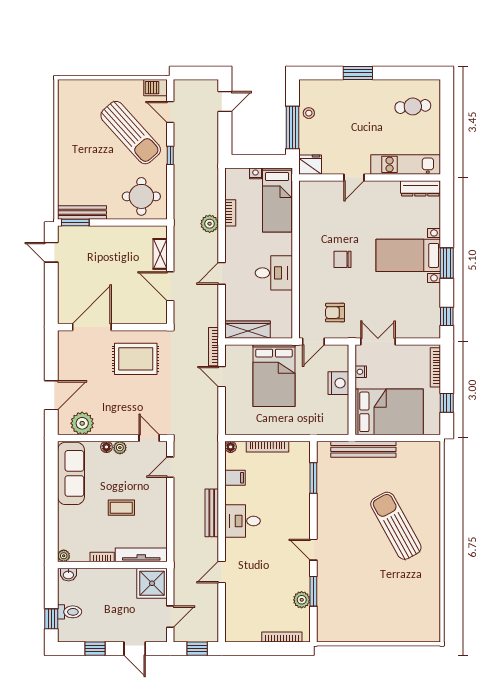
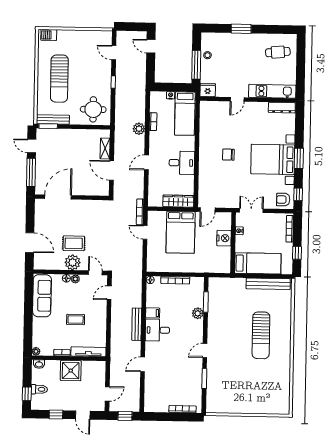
barbecue: (155, 88) -> (49, 35), moved
door: (225, 101) -> (151, 46), swing flipped
sun lounger: (131, 133) -> (59, 79), moved, turned 42
bed with nightstands: (408, 255) -> (273, 159), width x1.36
window: (51, 291) -> (31, 172), added
armchair: (335, 313) -> (283, 200), moved
wardrobe: (247, 330) -> (178, 201), moved
rug: (136, 359) -> (74, 243), moved, width x0.73, depth x0.70
door: (51, 395) -> (30, 243), hinge flipped
bed: (389, 412) -> (258, 263), width x0.67
plant: (82, 423) -> (73, 262), moved
bench: (363, 449) -> (268, 284), moved
filing cabinet: (235, 478) -> (153, 313), moved
sun lounger: (396, 526) -> (261, 335), turned -151
door: (313, 550) -> (205, 350), hinge flipped
shower: (152, 583) -> (71, 371), moved
plant: (302, 600) -> (198, 313), moved

